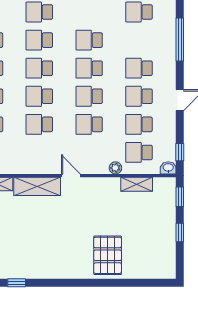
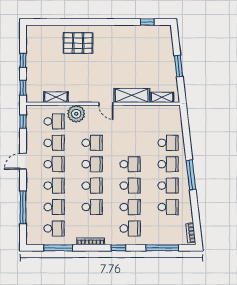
school desk: (39, 124) -> (54, 207), moved
plant: (115, 168) -> (76, 114), width x1.87, depth x1.87
washbasin: (168, 168) -> (32, 110), removed
pallet: (108, 255) -> (78, 43), turned 90

